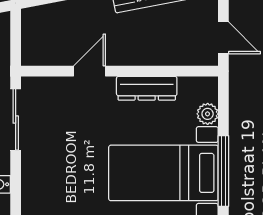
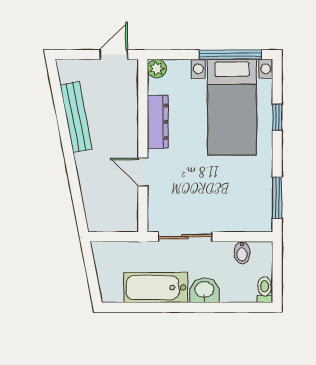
plant: (208, 114) -> (157, 69), moved

